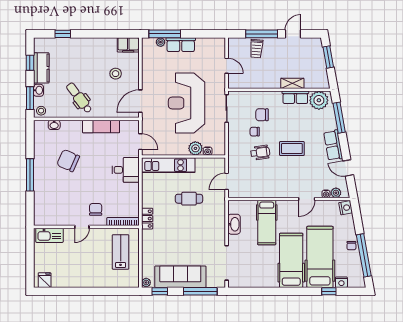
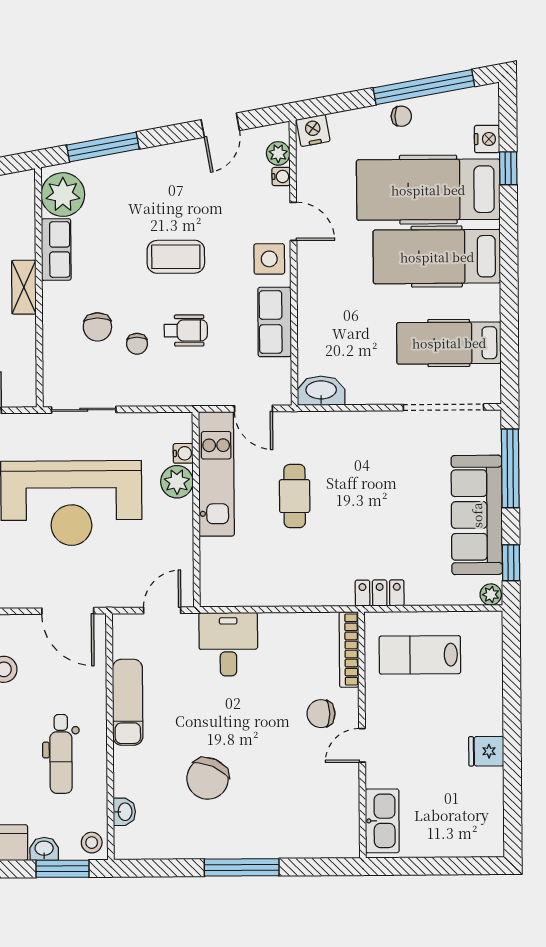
shelving: (292, 83) -> (24, 287), moved
dental chair: (79, 98) -> (61, 754), turned -53
row of seats: (333, 145) -> (275, 322), moved, turned 100
coffee table: (292, 149) -> (176, 257), turned 90
wheelchair: (260, 153) -> (186, 330), turned 98
kitchen unit: (168, 165) -> (216, 474), moved
side table: (291, 189) -> (269, 259), added
locker: (147, 219) -> (380, 593), moved
hospital bed: (267, 223) -> (449, 343), moved, turned 180
washbasin: (234, 224) -> (321, 391), moved
door: (82, 227) -> (362, 745), swing flipped
fridge: (45, 280) -> (486, 751), moved

